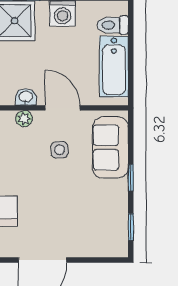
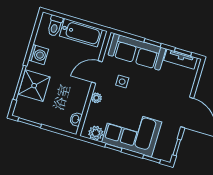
washbasin: (26, 97) -> (83, 93), removed
sofa: (110, 147) -> (137, 52), width x1.36
tv unit: (119, 227) -> (181, 59), added

